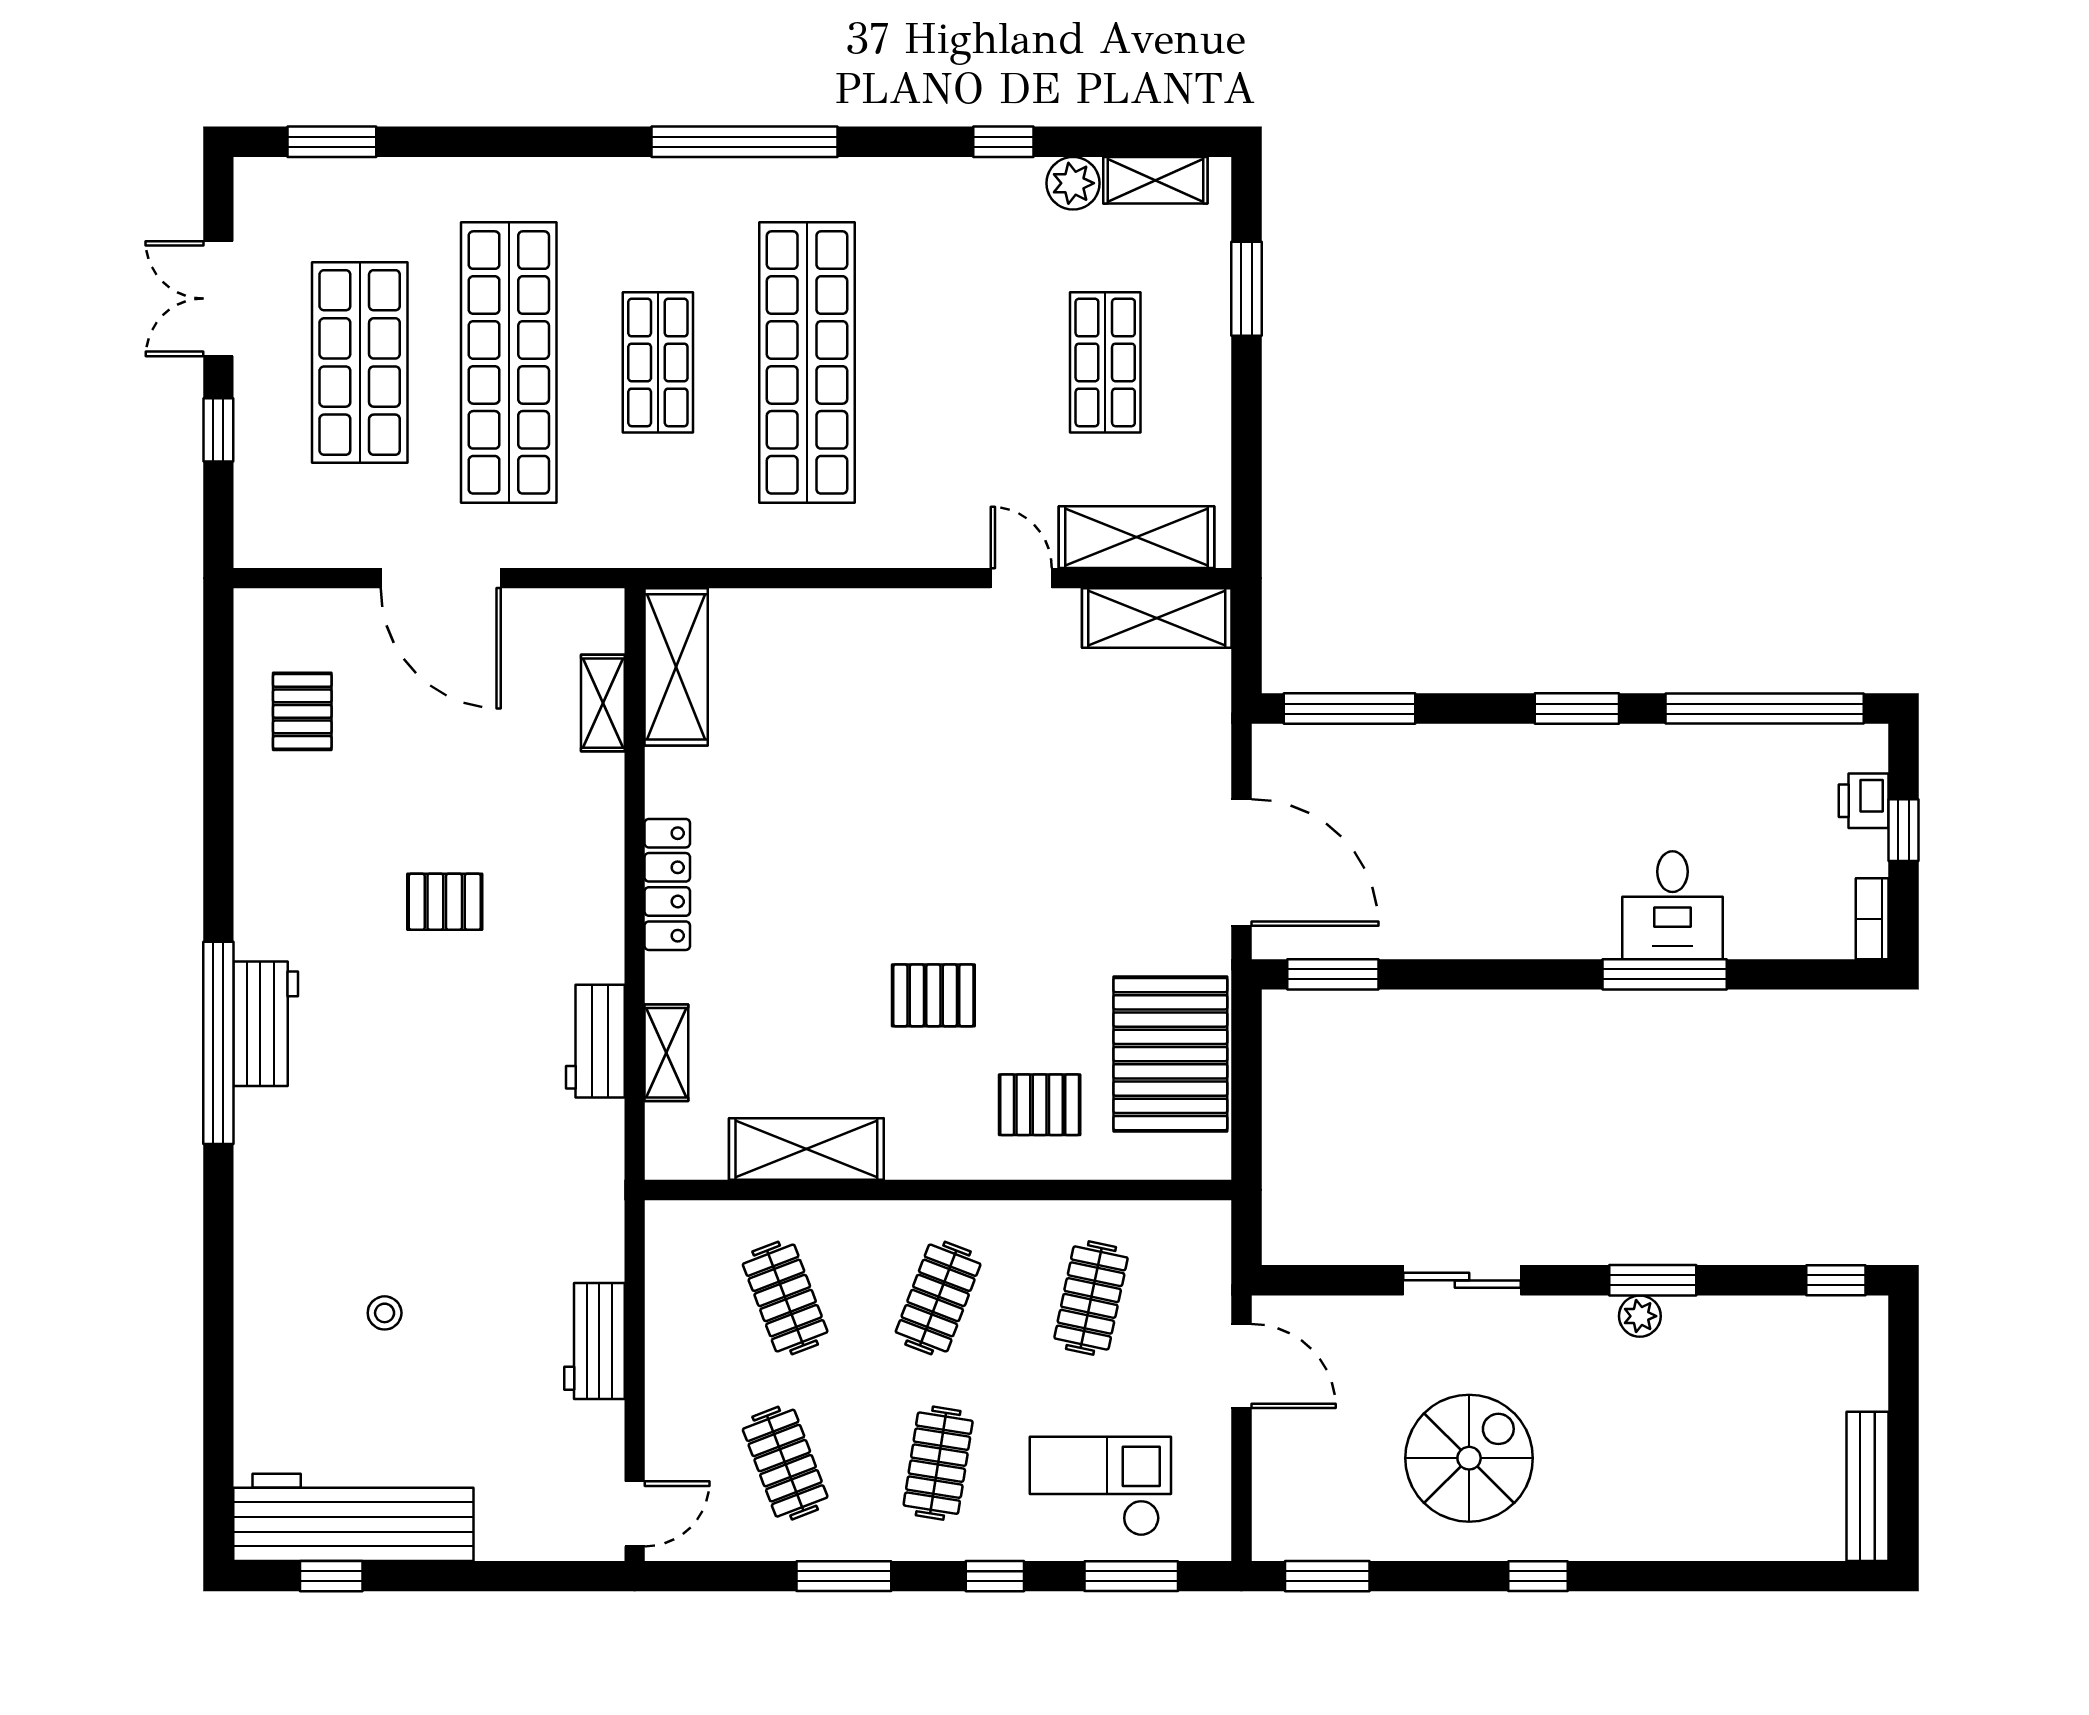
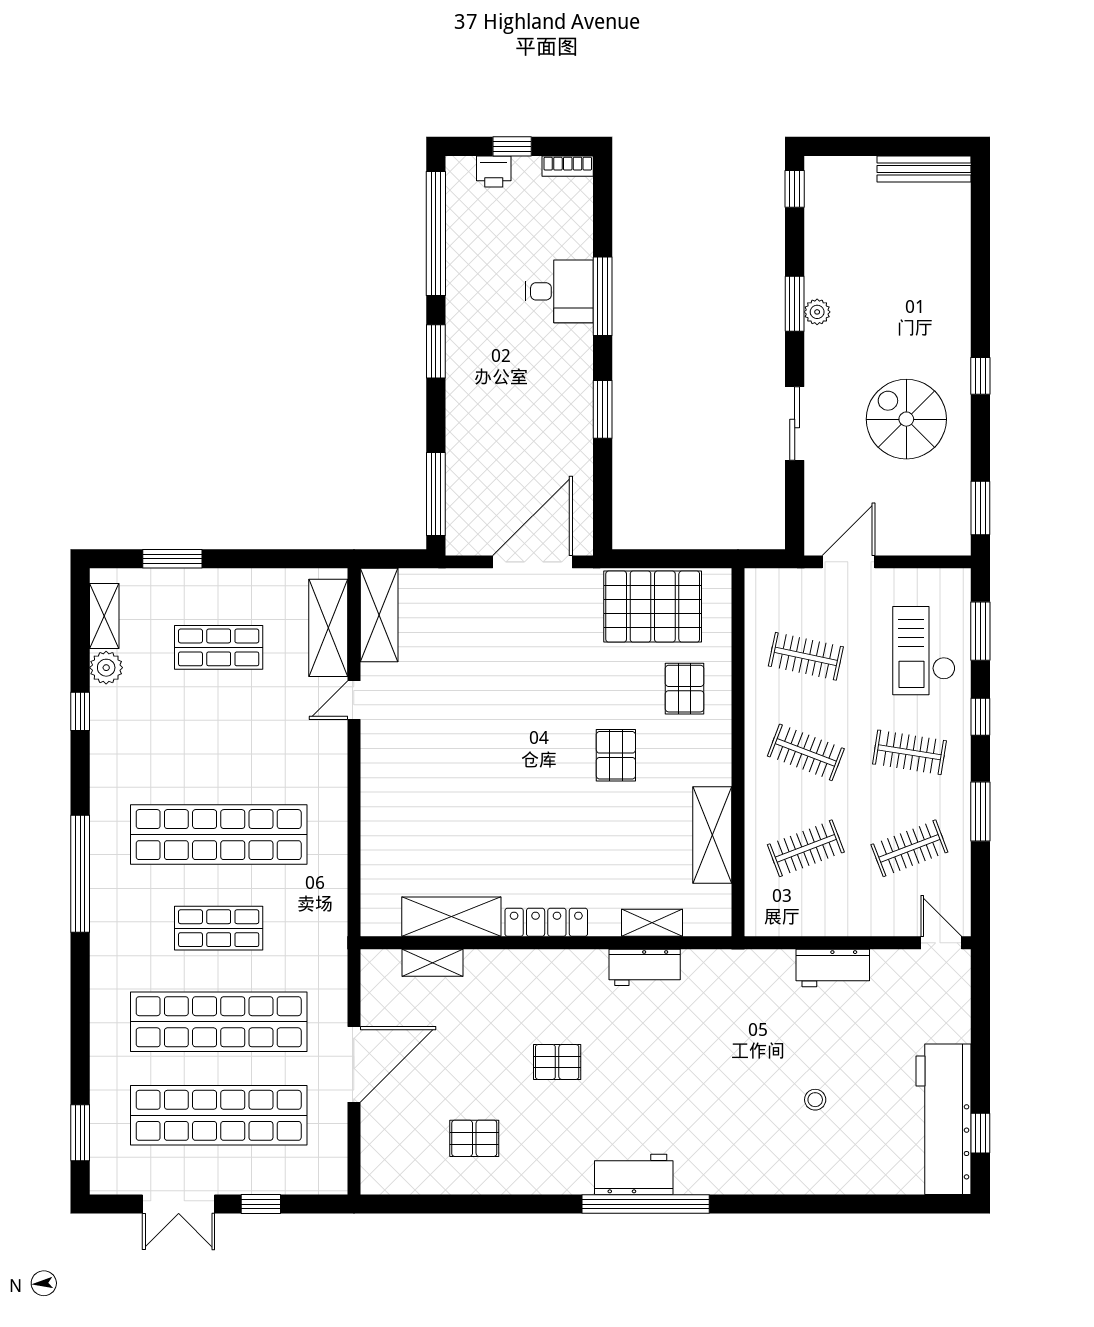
shop shelf: (360, 362) -> (219, 1115), width x1.40
shelving: (676, 667) -> (451, 917), moved
pallet: (302, 711) -> (474, 1138), moved
pallet: (445, 902) -> (557, 1062), turned 90
window: (1333, 974) -> (603, 409), moved

